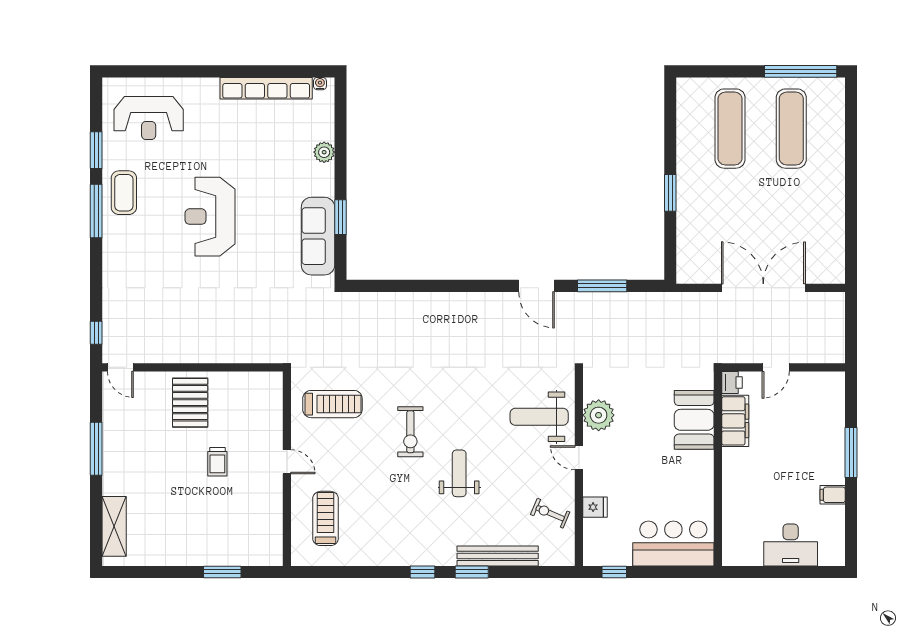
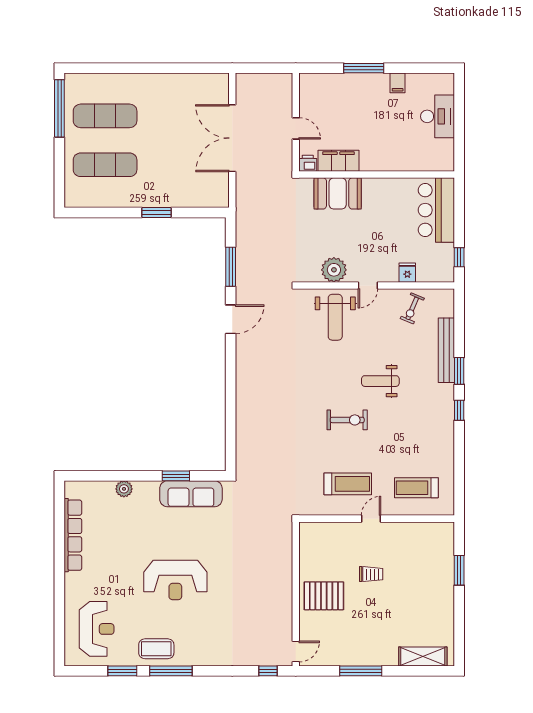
water cooler: (320, 84) -> (69, 492), removed
treadmill: (332, 404) -> (348, 484), moved, turned 90

